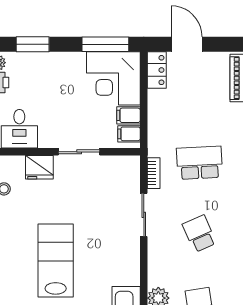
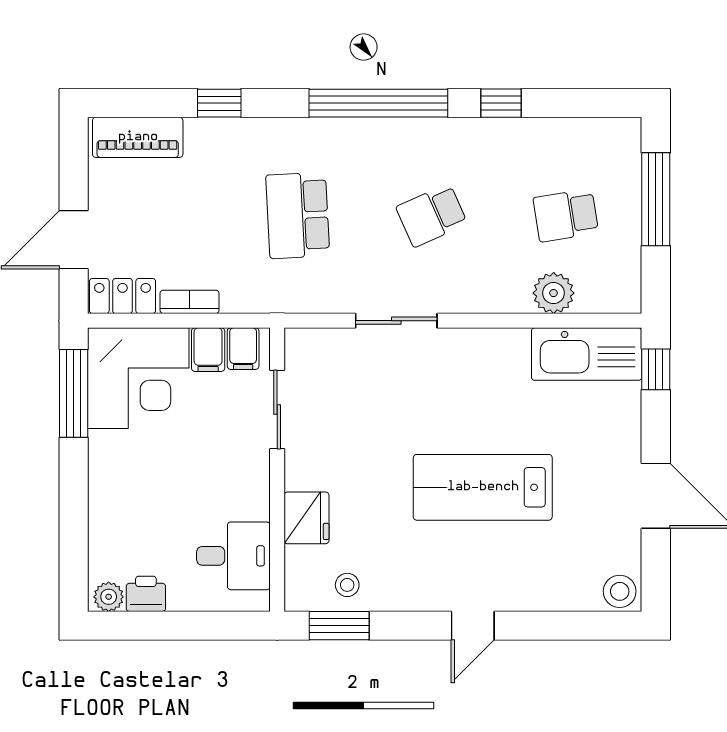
window: (33, 44) -> (74, 531), removed
sliding door: (79, 152) -> (277, 409), moved
bookcase: (154, 173) -> (190, 302), moved

